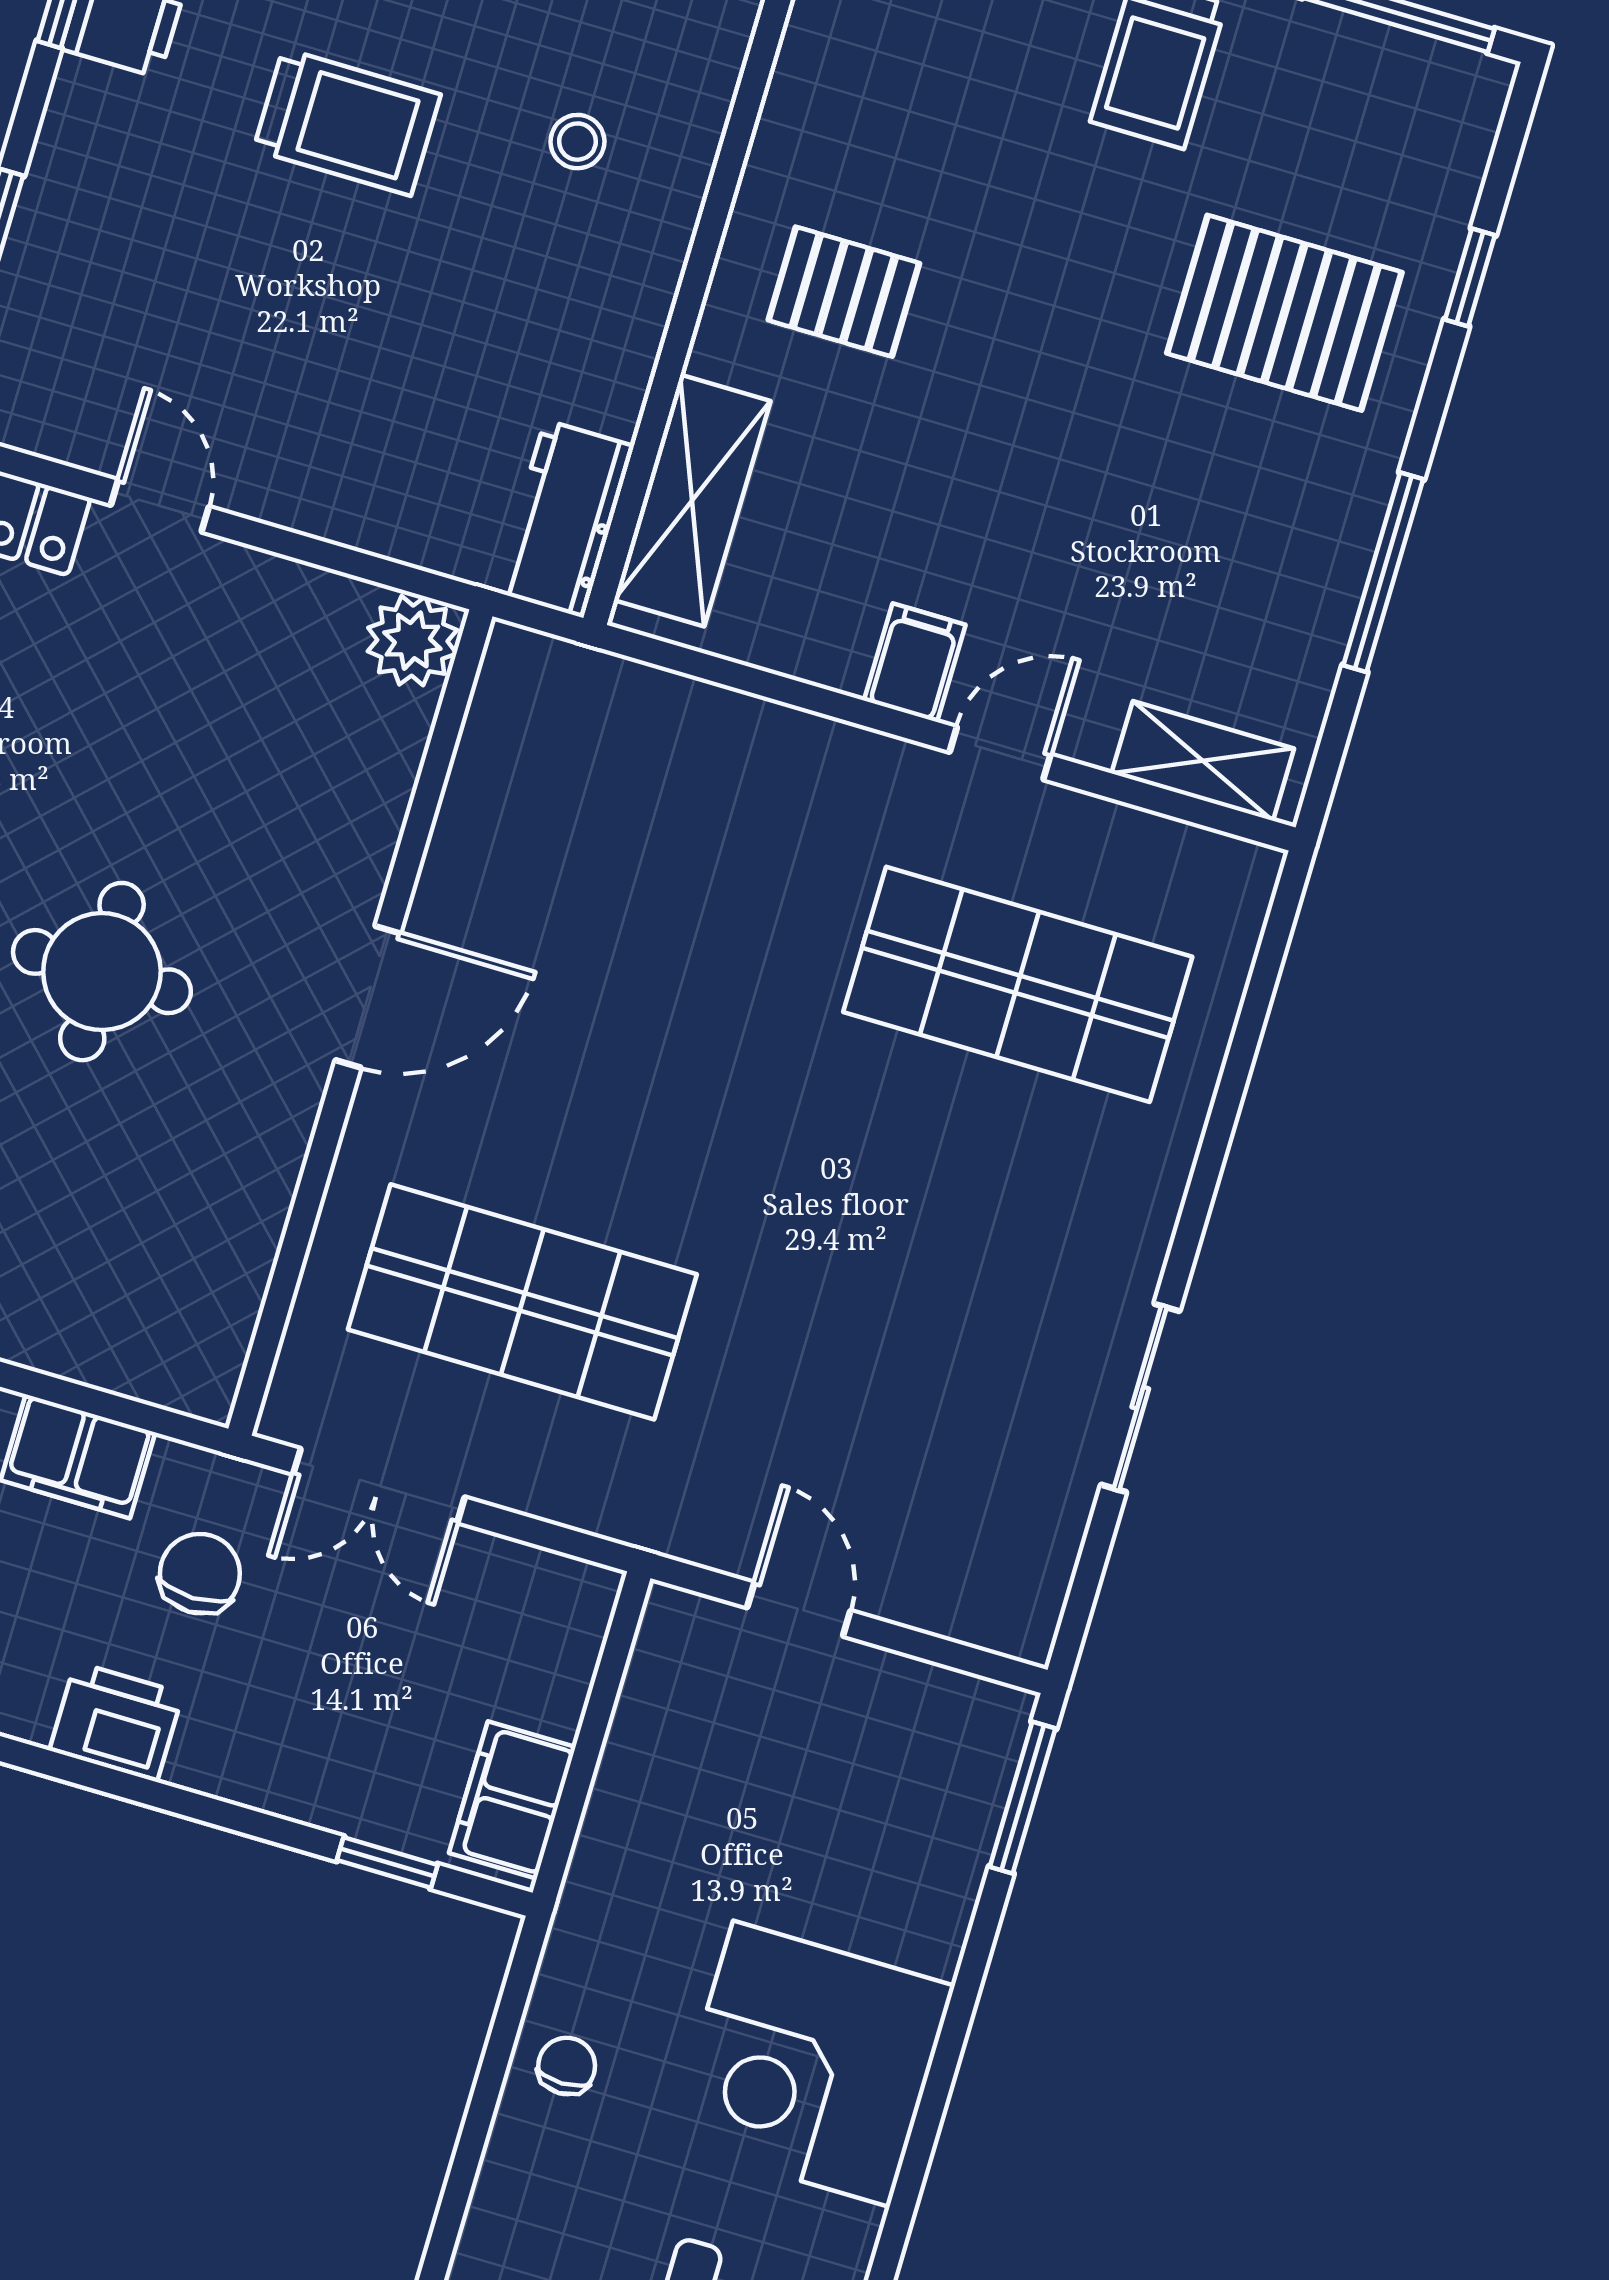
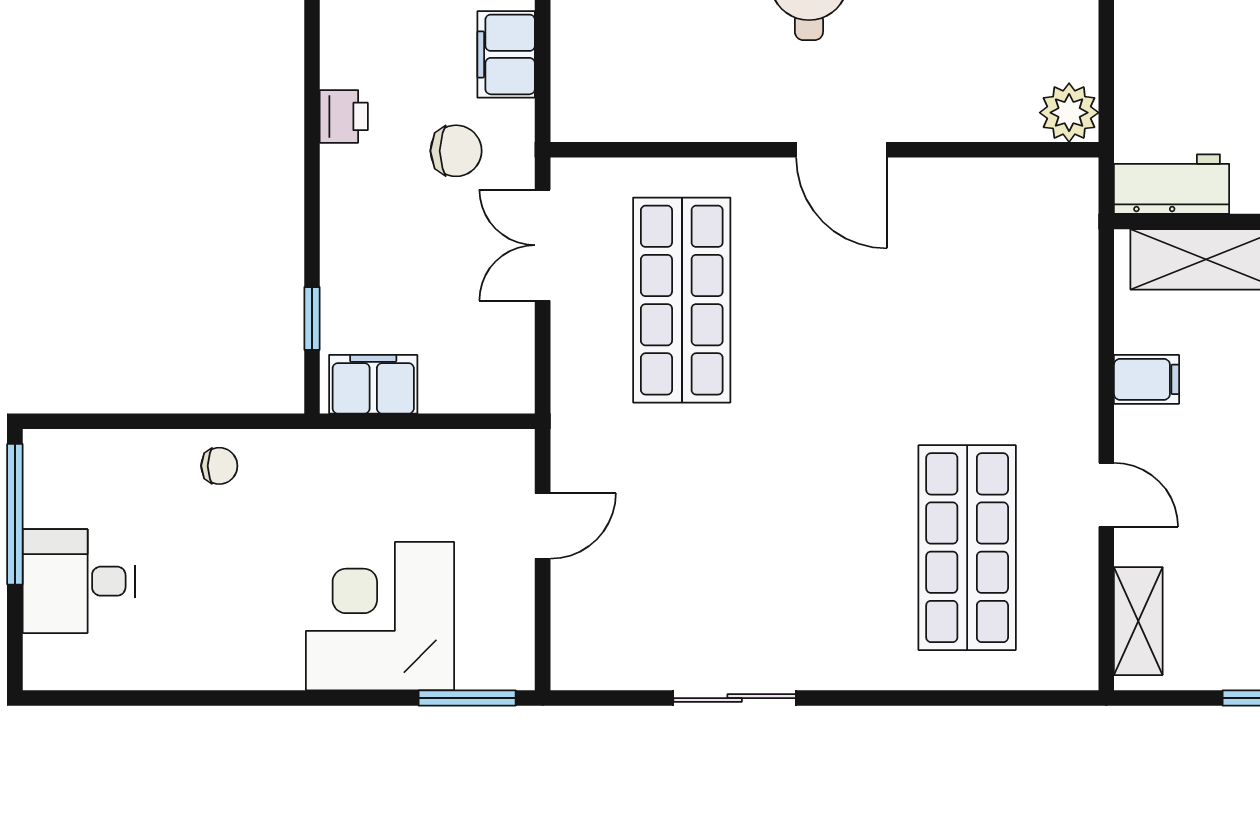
filing cabinet: (915, 663) -> (1147, 379), moved
printer: (116, 1722) -> (344, 116), width x0.73, depth x0.81
corner desk: (811, 2064) -> (380, 616), moved

